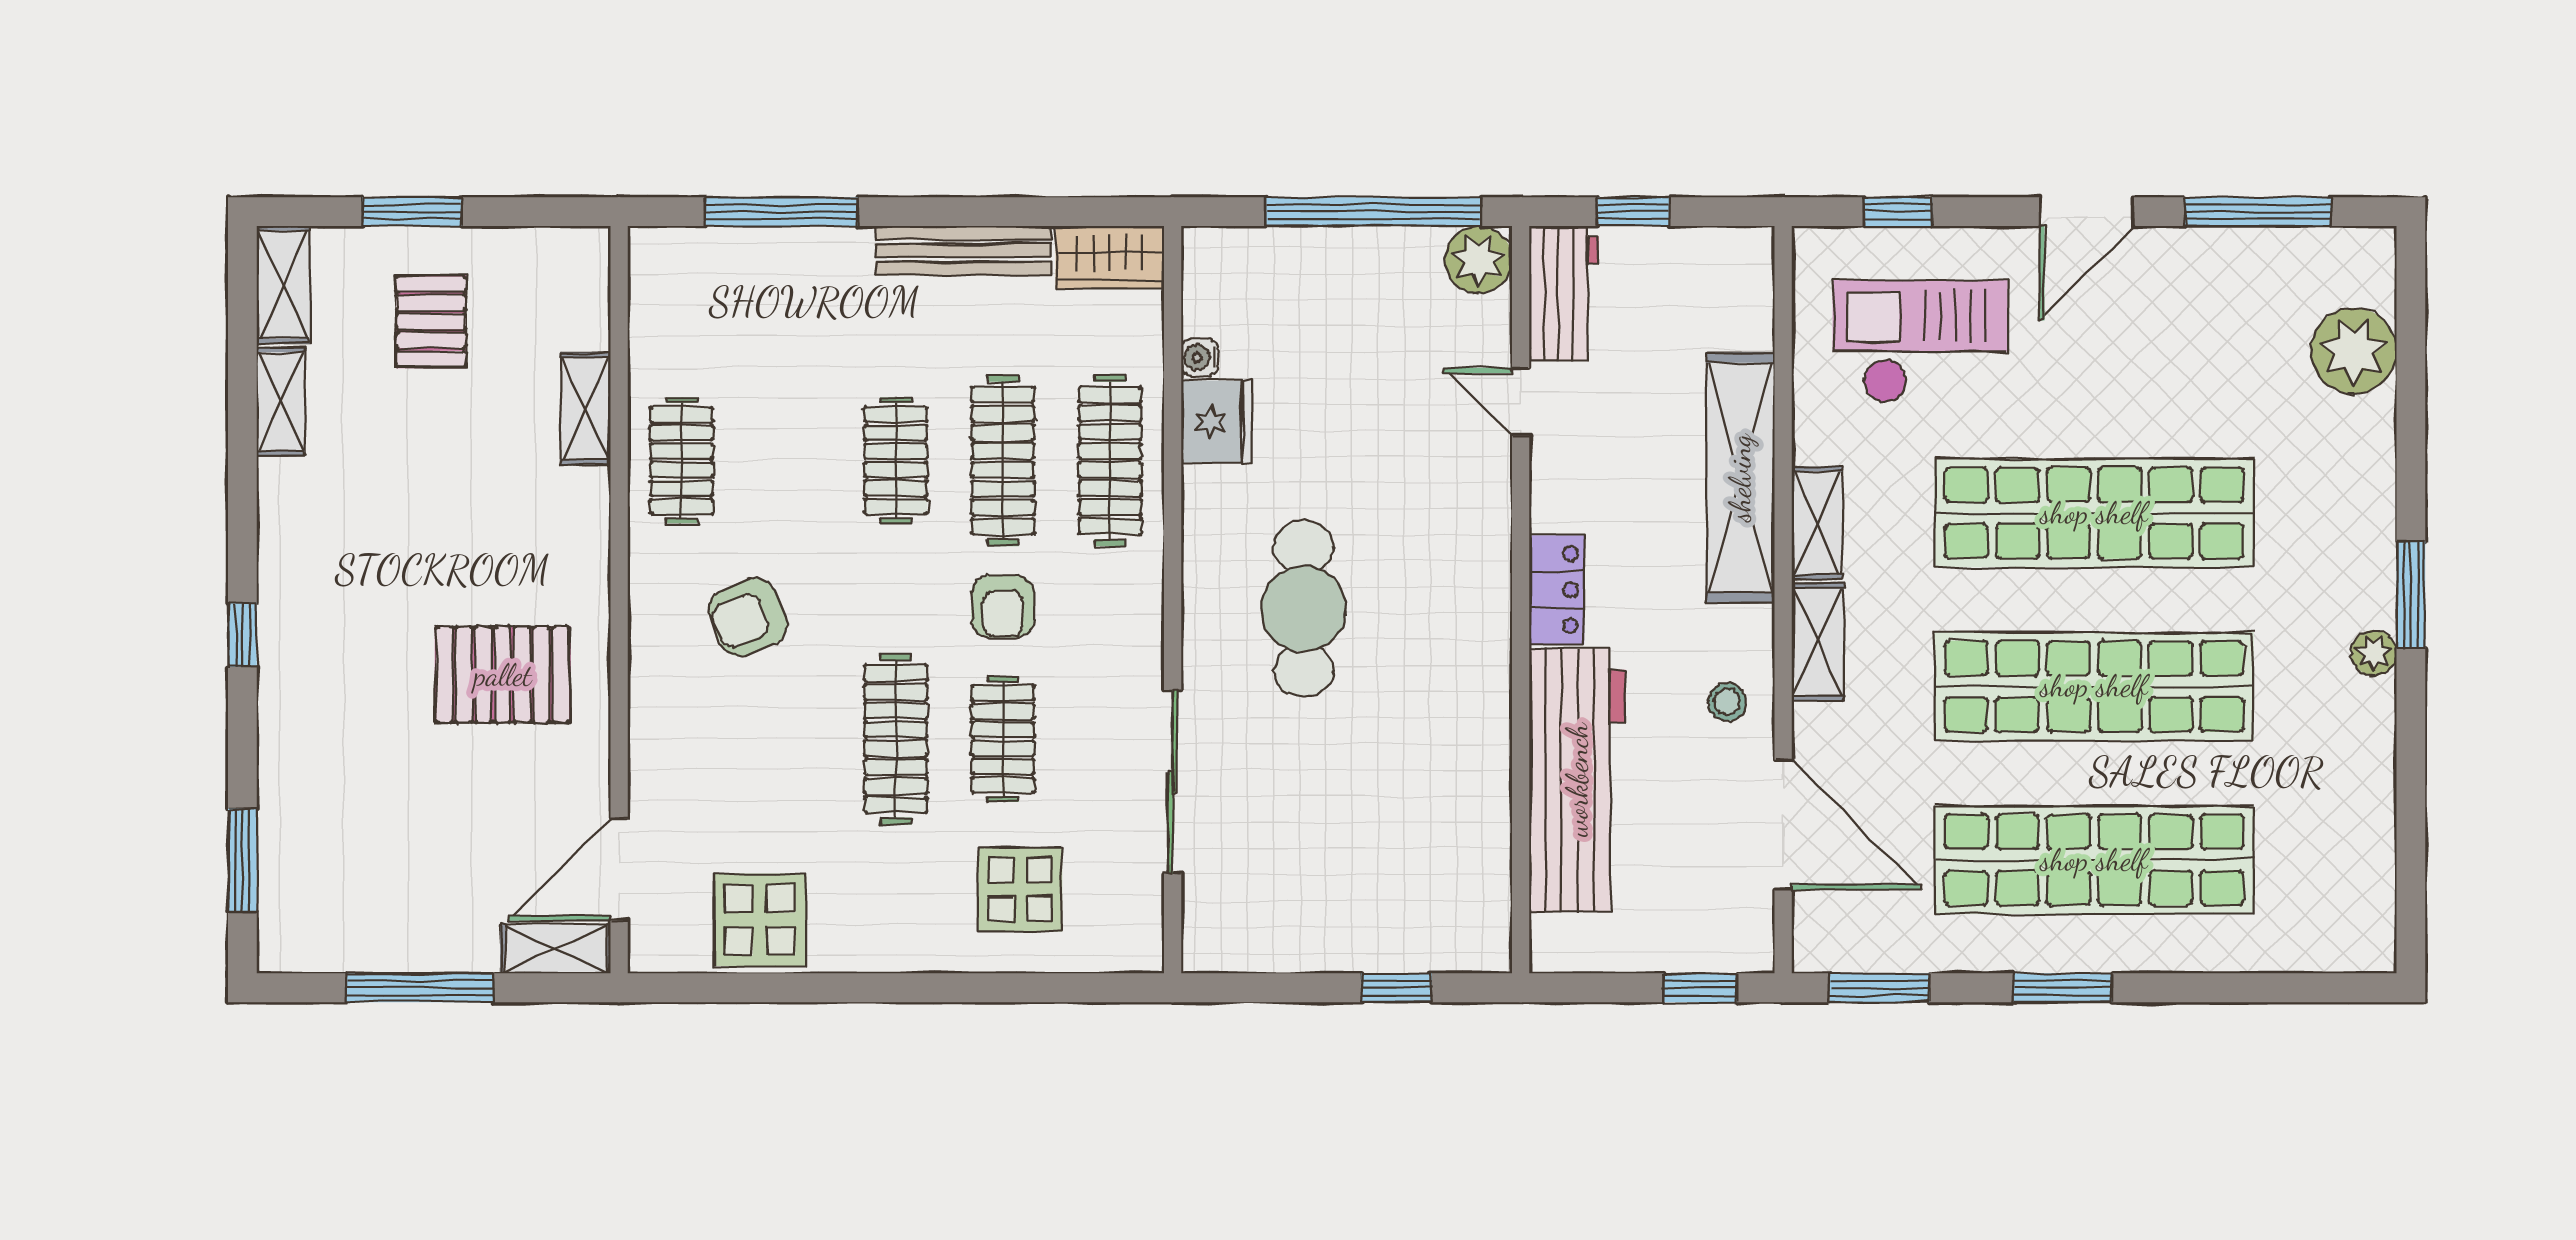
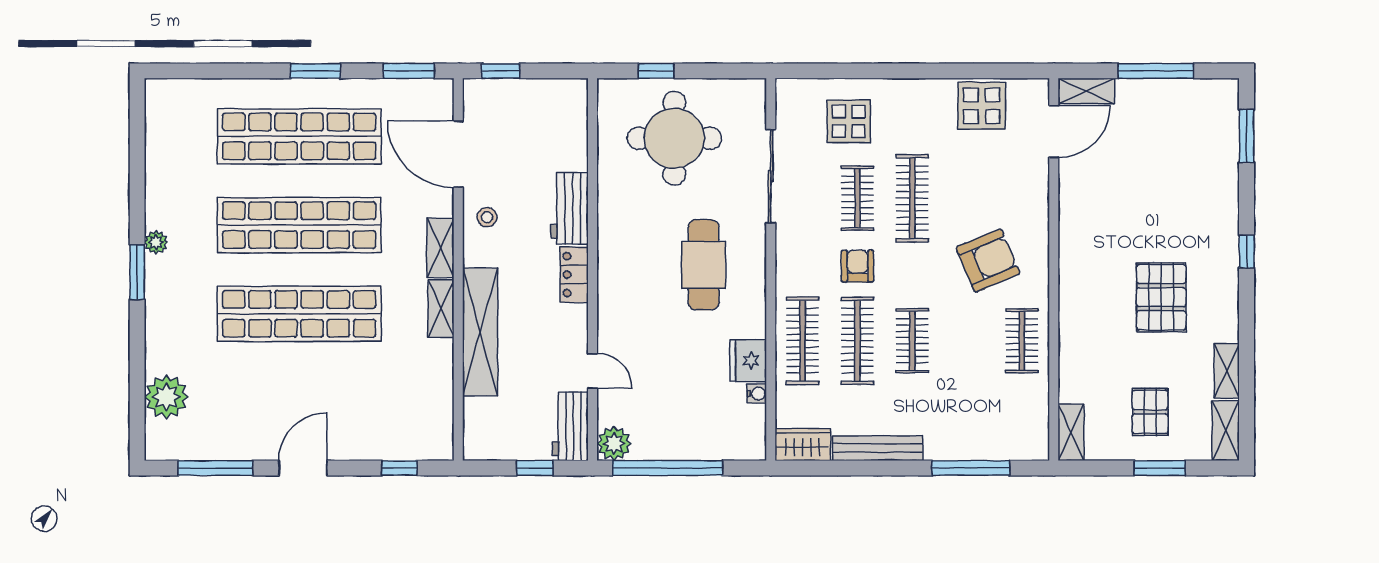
checkout: (1920, 342) -> (388, 402), removed
shelving: (585, 408) -> (1071, 432), moved
armchair: (748, 617) -> (988, 261), width x1.38, depth x1.38
pallet: (503, 675) -> (1161, 297), moved, turned 90
workbench: (1577, 780) -> (570, 208), width x0.53, depth x0.76
round table: (1361, 856) -> (674, 138), added

